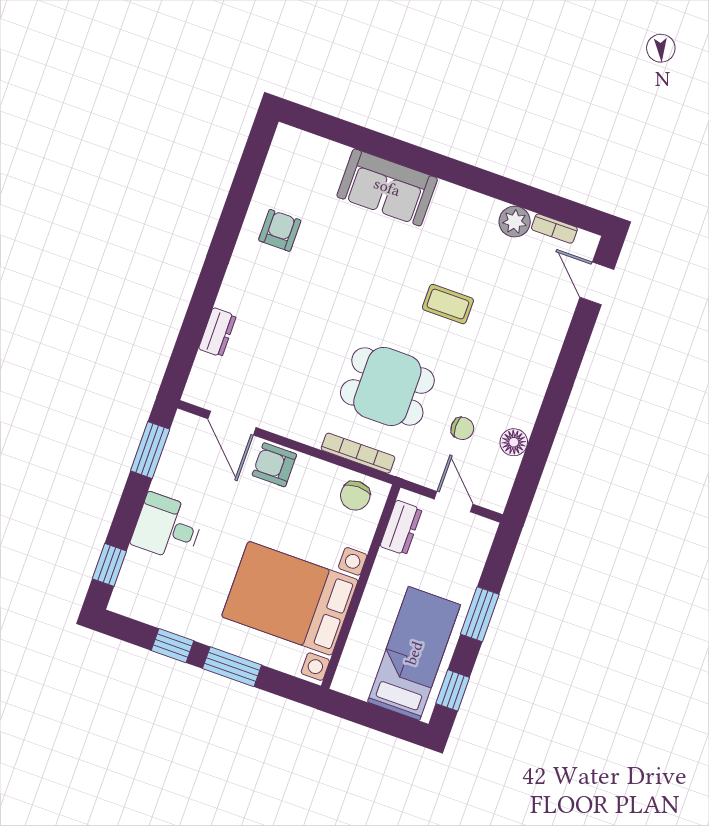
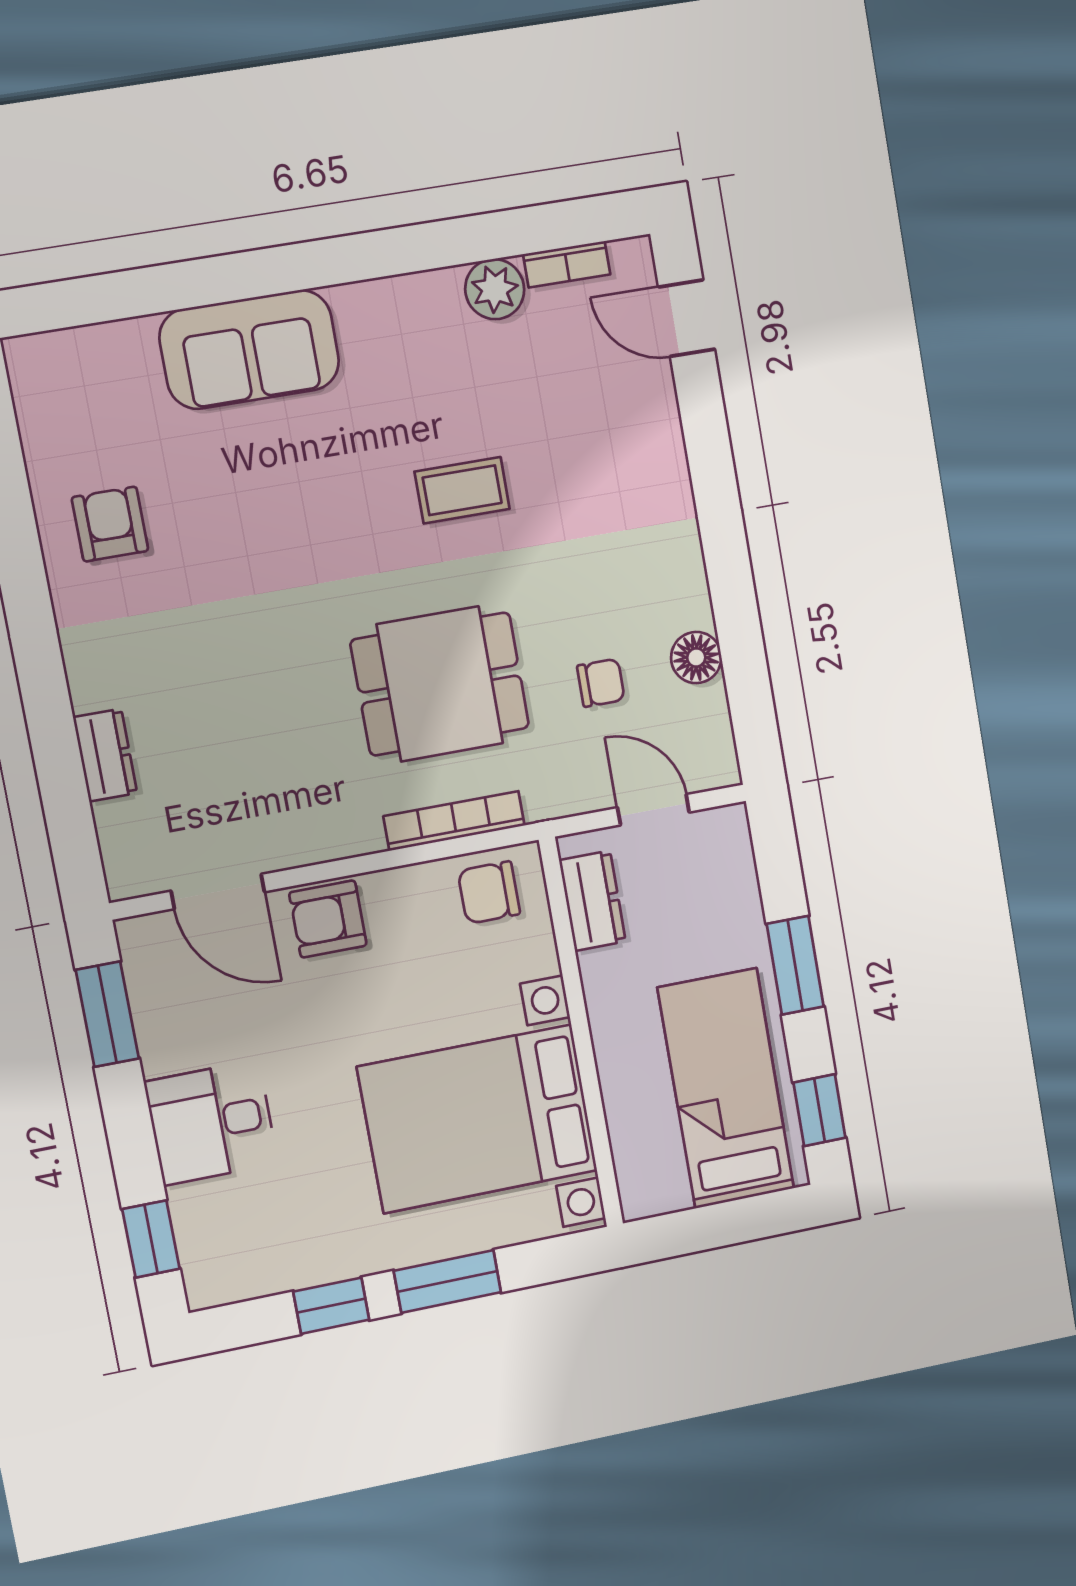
chair: (355, 496) -> (489, 892), turned 90

